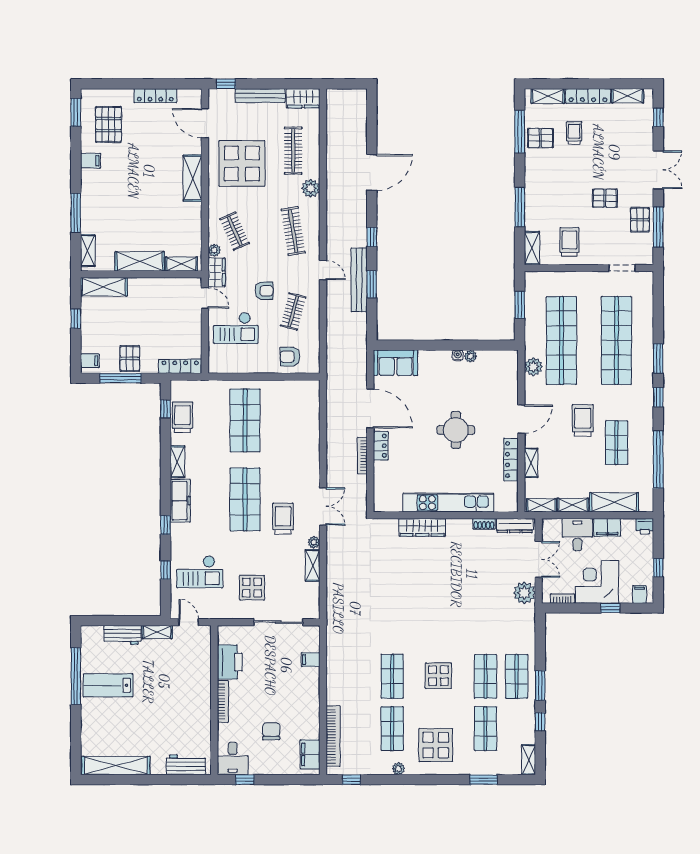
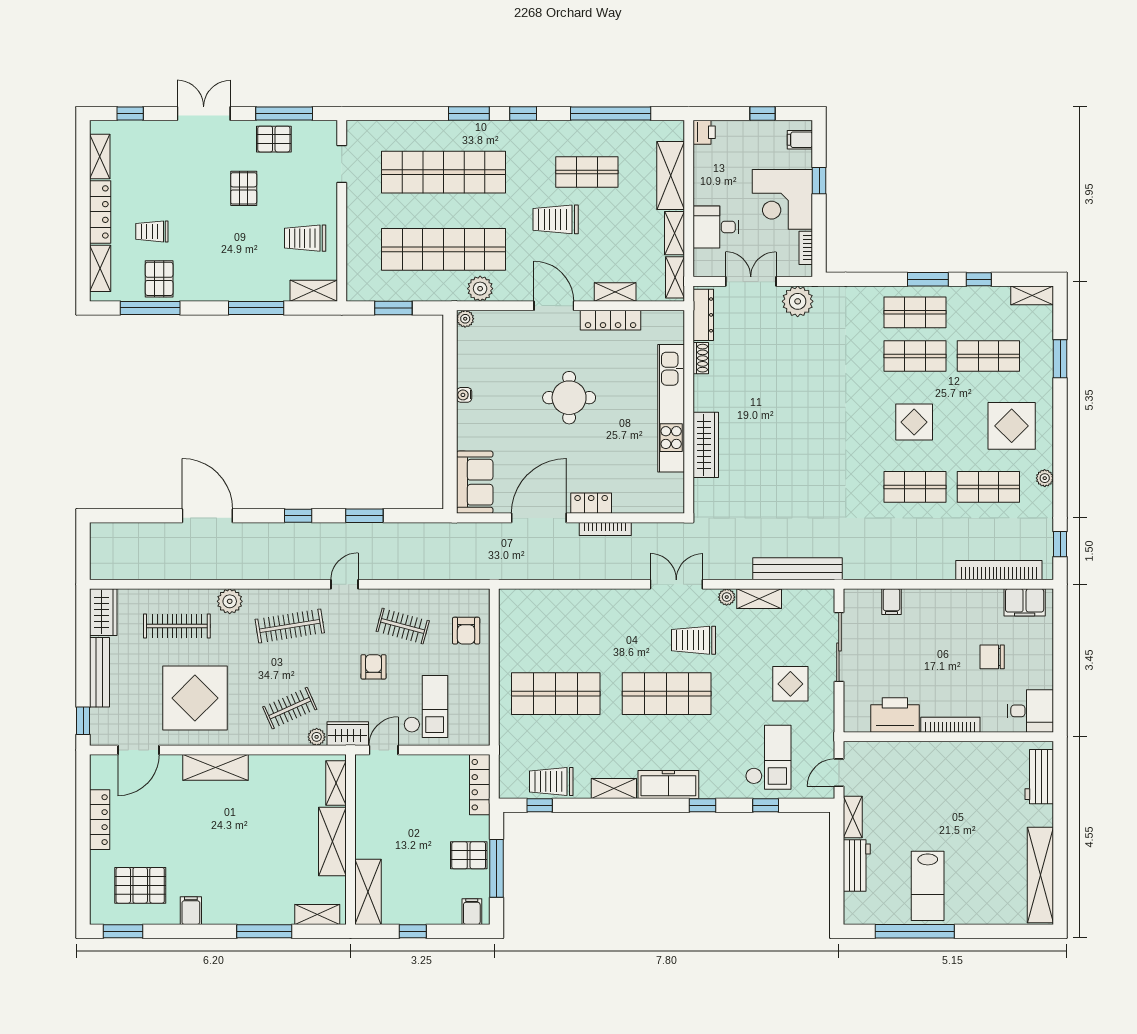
bench: (359, 280) -> (798, 569), moved
plant: (470, 356) -> (465, 319), moved
filing cabinet: (607, 527) -> (706, 185), removed
window: (245, 780) -> (1060, 694), removed

